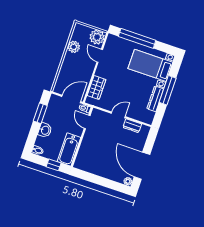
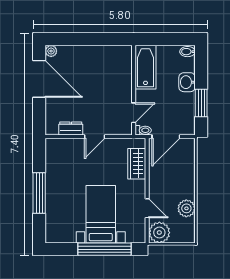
bed with nightstands: (150, 65) -> (101, 214), moved, turned -90
dresser: (155, 99) -> (52, 176), removed
door: (87, 122) -> (134, 113), hinge flipped
window: (54, 165) -> (159, 39), removed

